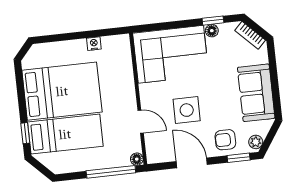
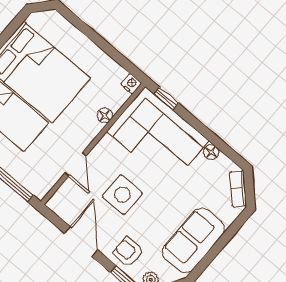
window: (213, 21) -> (166, 99), moved
nightstand: (94, 44) -> (131, 84), moved
floor lamp: (137, 159) -> (105, 115), moved

